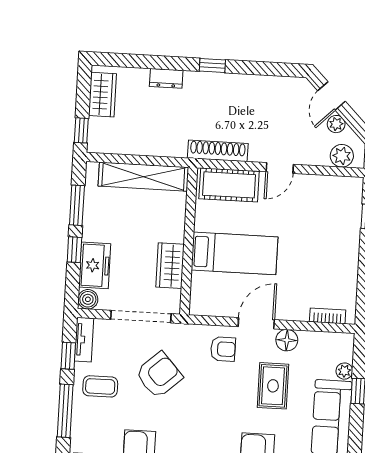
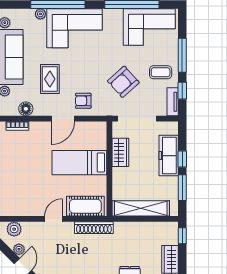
freezer: (95, 265) -> (169, 156), width x1.40
boiler: (88, 299) -> (172, 128), removed
floor lamp: (287, 340) -> (26, 109), moved

